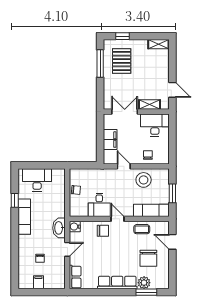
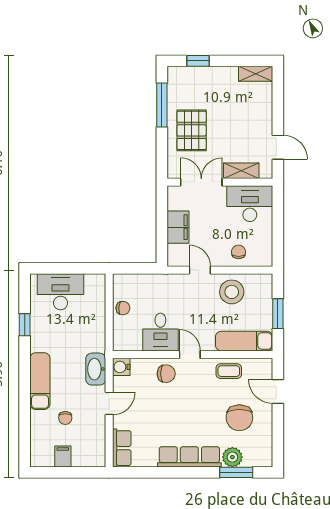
pallet: (122, 61) -> (192, 130), moved
exam couch: (24, 217) -> (40, 381), moved

